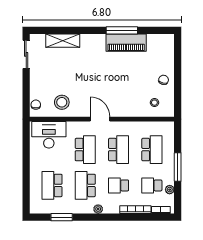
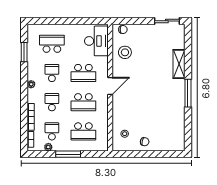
window: (122, 30) -> (188, 93), moved
shelving: (63, 41) -> (179, 64), moved
piano: (126, 43) -> (177, 109), removed
school desk: (85, 185) -> (52, 73), width x0.54

